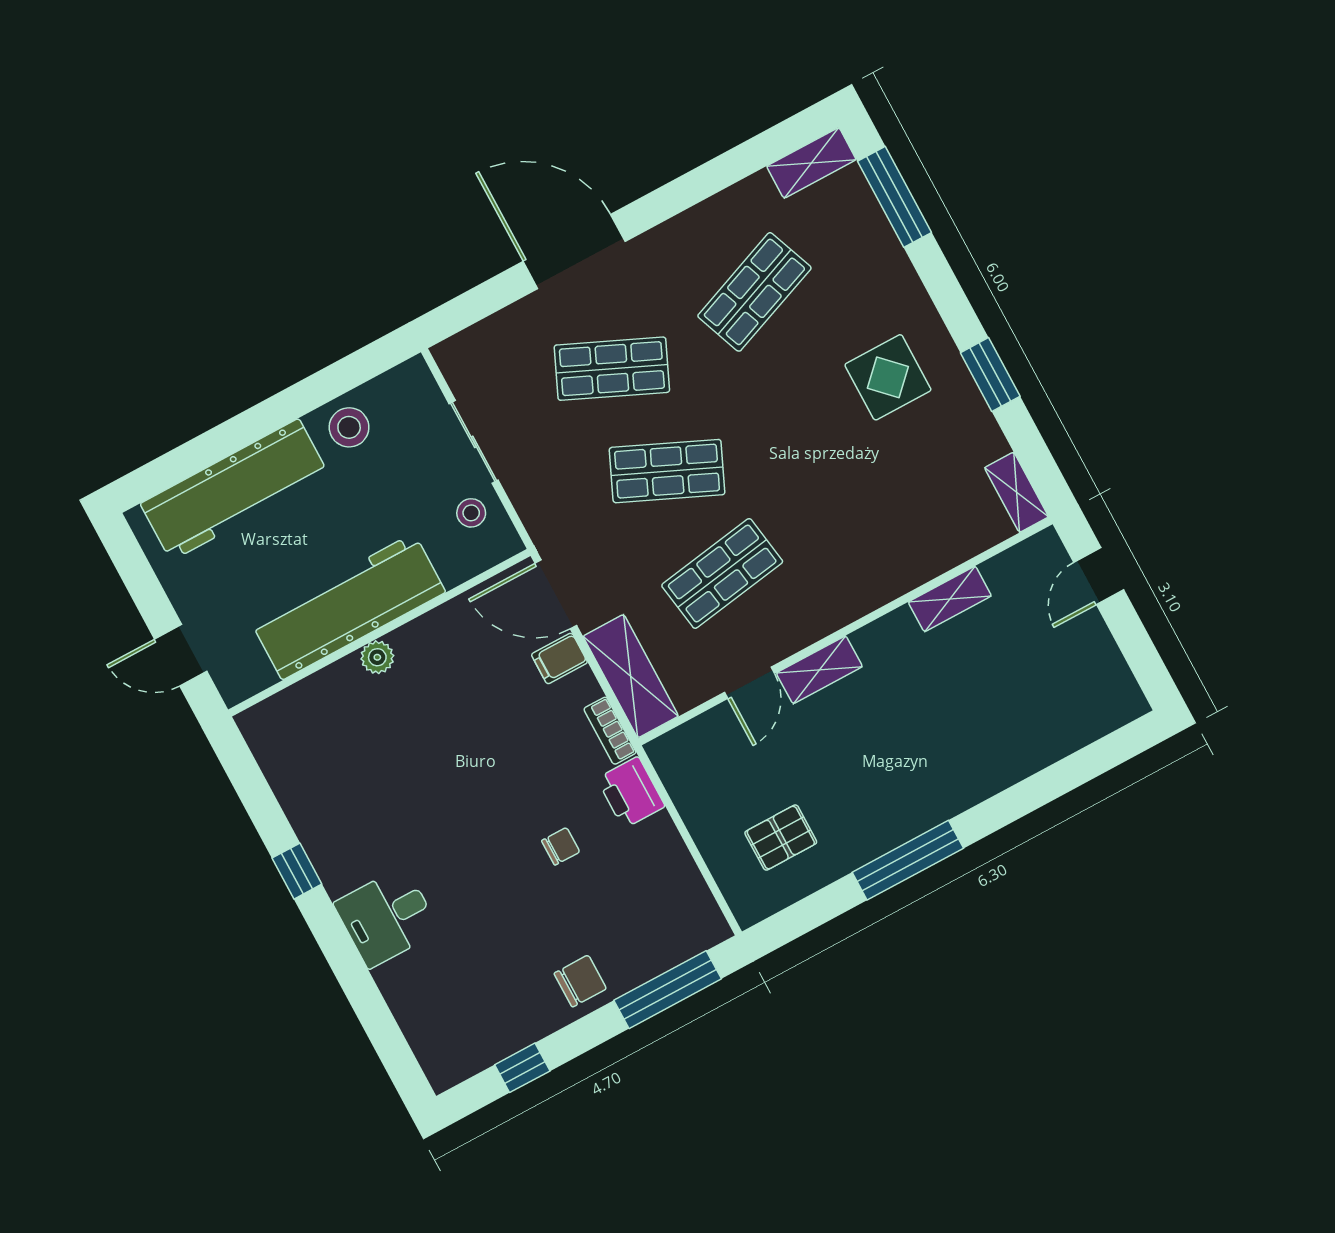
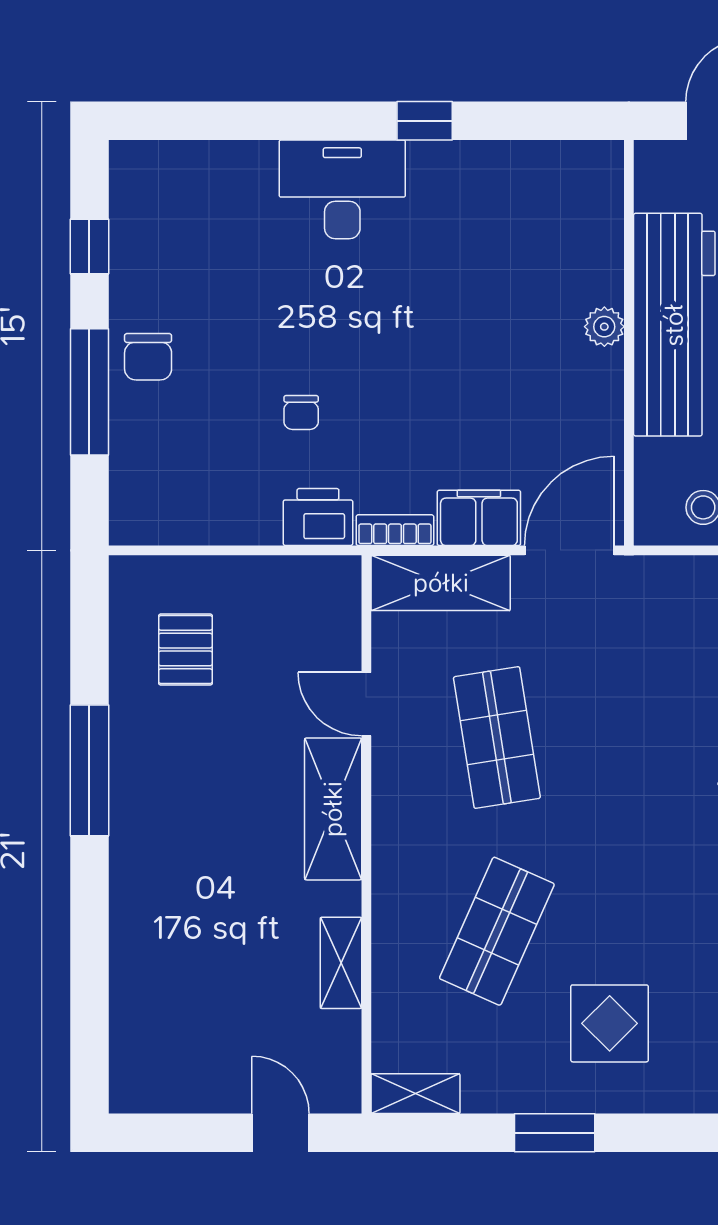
shop shelf: (667, 471) -> (497, 931), moved
filing cabinet: (559, 658) -> (479, 518), width x2.00
shelving: (819, 670) -> (333, 809), width x1.50, depth x1.33
desk: (387, 917) -> (342, 189), width x1.37
window: (668, 990) -> (89, 392), moved

